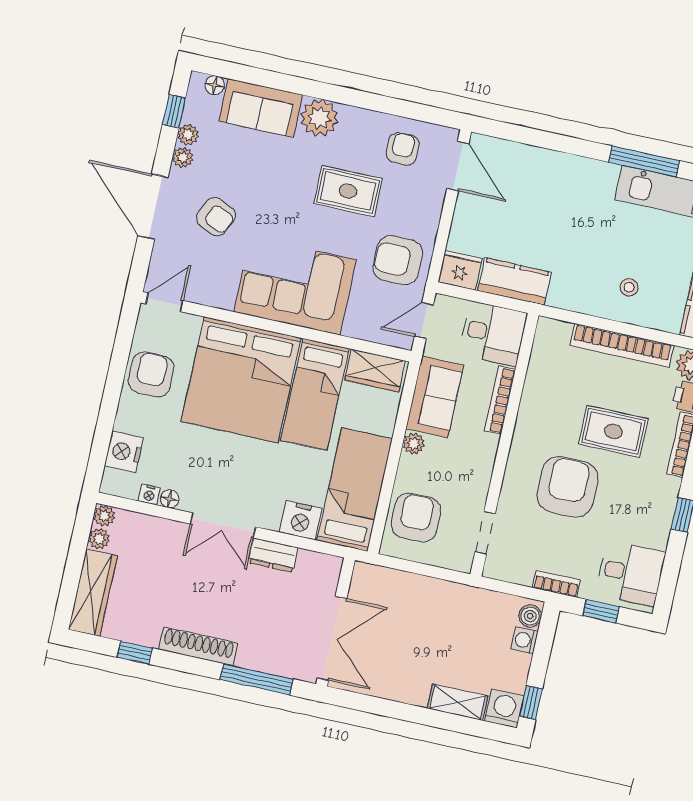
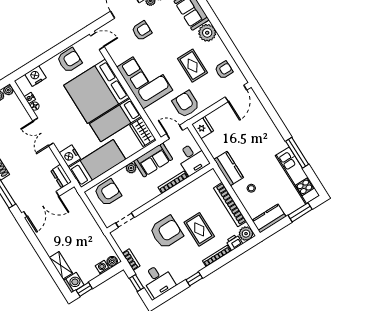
armchair: (216, 217) -> (142, 31), turned -115
kitchen counter: (514, 281) -> (229, 168), moved
dresser: (273, 555) -> (61, 176), moved

